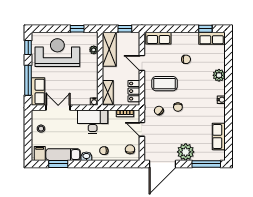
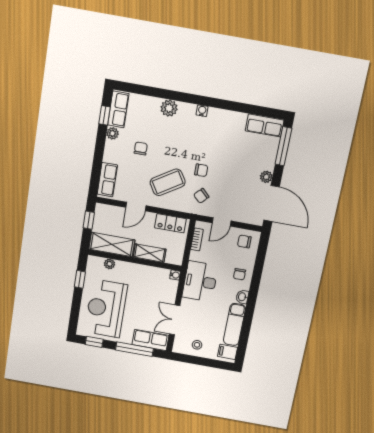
plant: (193, 37) -> (113, 133), added
coffee table: (164, 84) -> (168, 182), turned 58
shelving: (108, 92) -> (150, 253), moved
row of seats: (219, 137) -> (265, 125), moved
plant: (186, 152) -> (266, 177), width x0.53, depth x0.53
window: (58, 164) -> (245, 332), removed

